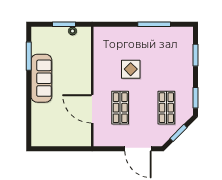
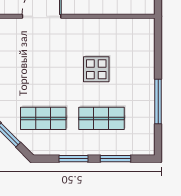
window: (196, 98) -> (73, 159), moved
shop shelf: (120, 108) -> (101, 118), moved

